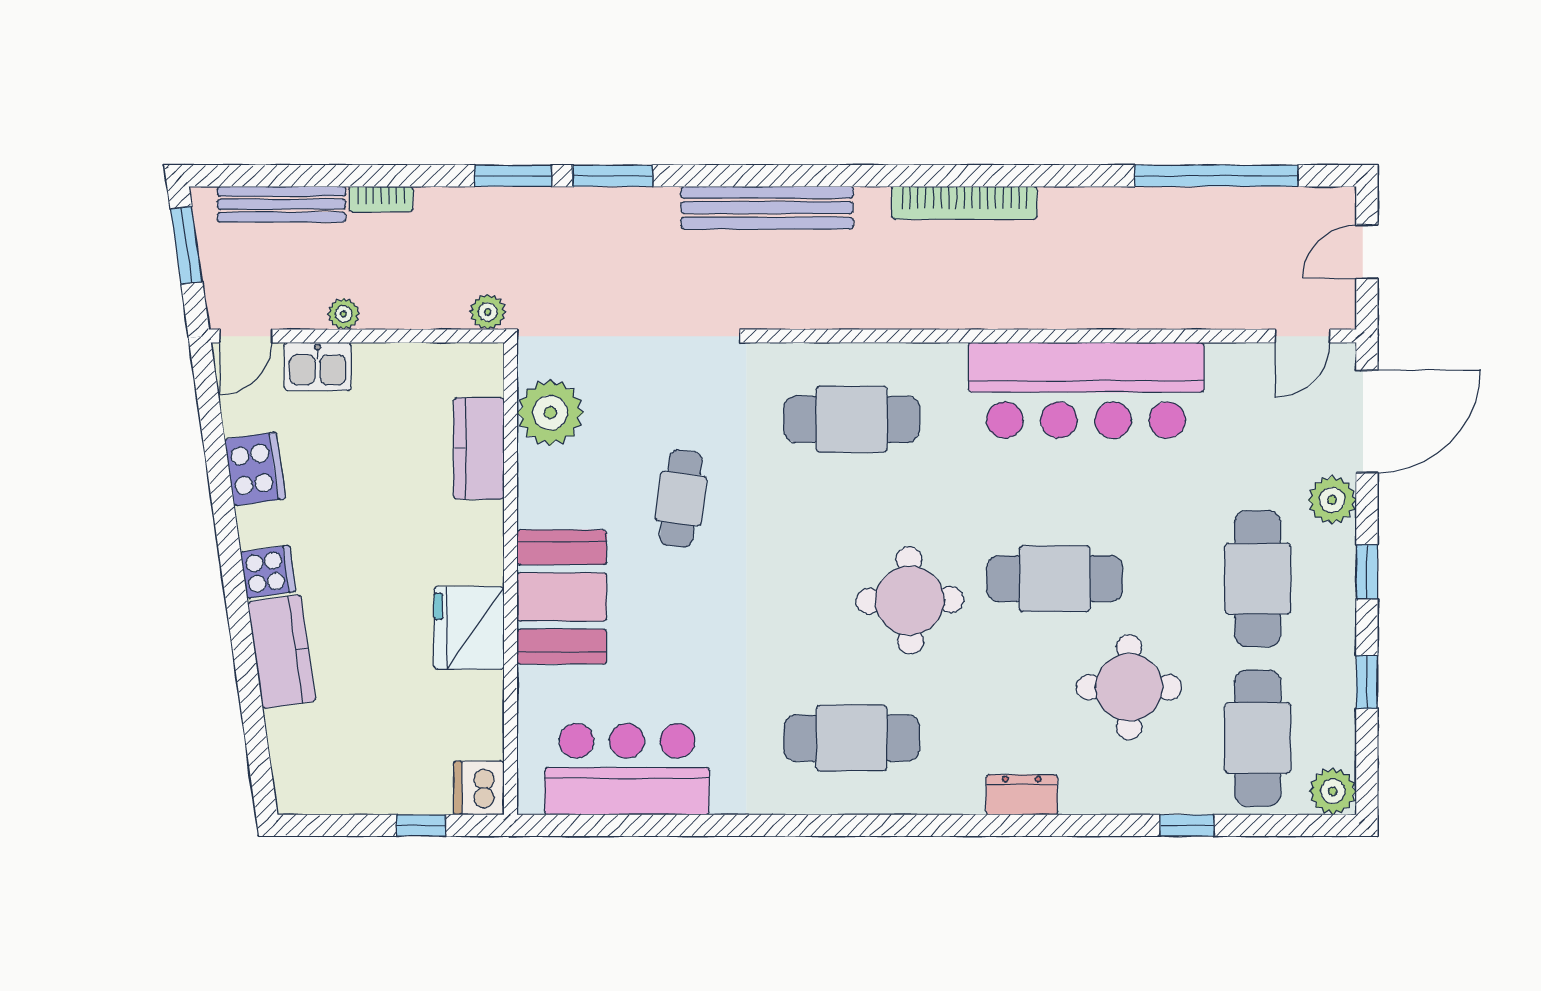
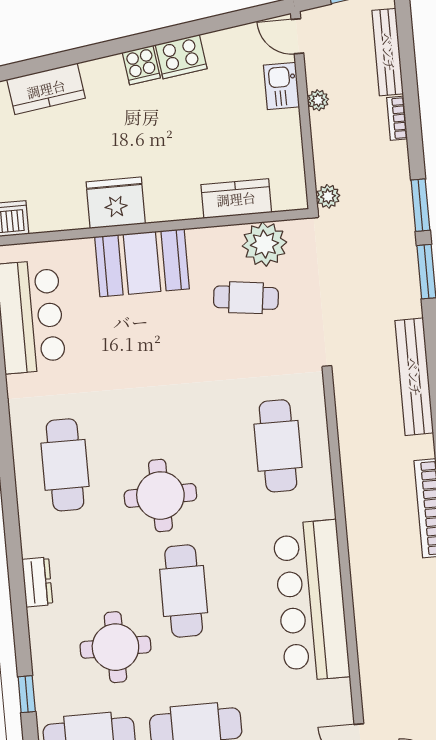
cooker: (255, 469) -> (181, 57), moved
cafe table: (681, 498) -> (246, 298), moved
kitchen counter: (282, 652) -> (46, 89), moved

